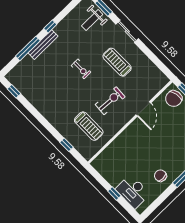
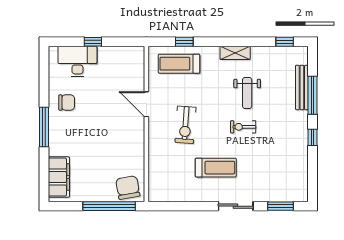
weight bench: (92, 20) -> (247, 93), moved, turned 180
bench: (43, 45) -> (302, 87), moved
door: (143, 109) -> (146, 104), moved
shelving: (46, 112) -> (235, 53), added
treadmill: (89, 126) -> (179, 64), moved

